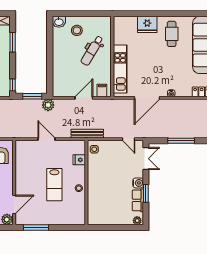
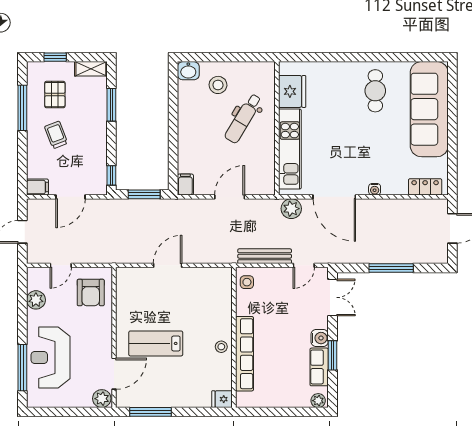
fridge: (147, 24) -> (292, 91), moved, turned -90
filing cabinet: (102, 90) -> (185, 185), moved
door: (147, 98) -> (334, 197), hinge flipped
plant: (48, 105) -> (291, 209), moved
bench: (87, 134) -> (265, 256), moved
door: (46, 139) -> (168, 265), hinge flipped
door: (129, 139) -> (304, 265), hinge flipped
fridge: (79, 160) -> (222, 399), moved
lab bench: (54, 185) -> (156, 343), moved, turned 90
row of seats: (93, 192) -> (245, 354), added

